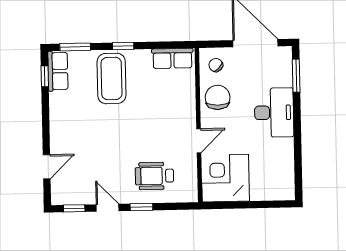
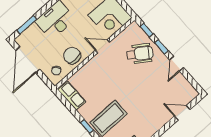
chair: (218, 97) -> (72, 56), turned 90
wheelchair: (154, 176) -> (140, 54), turned -56
window: (74, 208) -> (147, 30), moved

